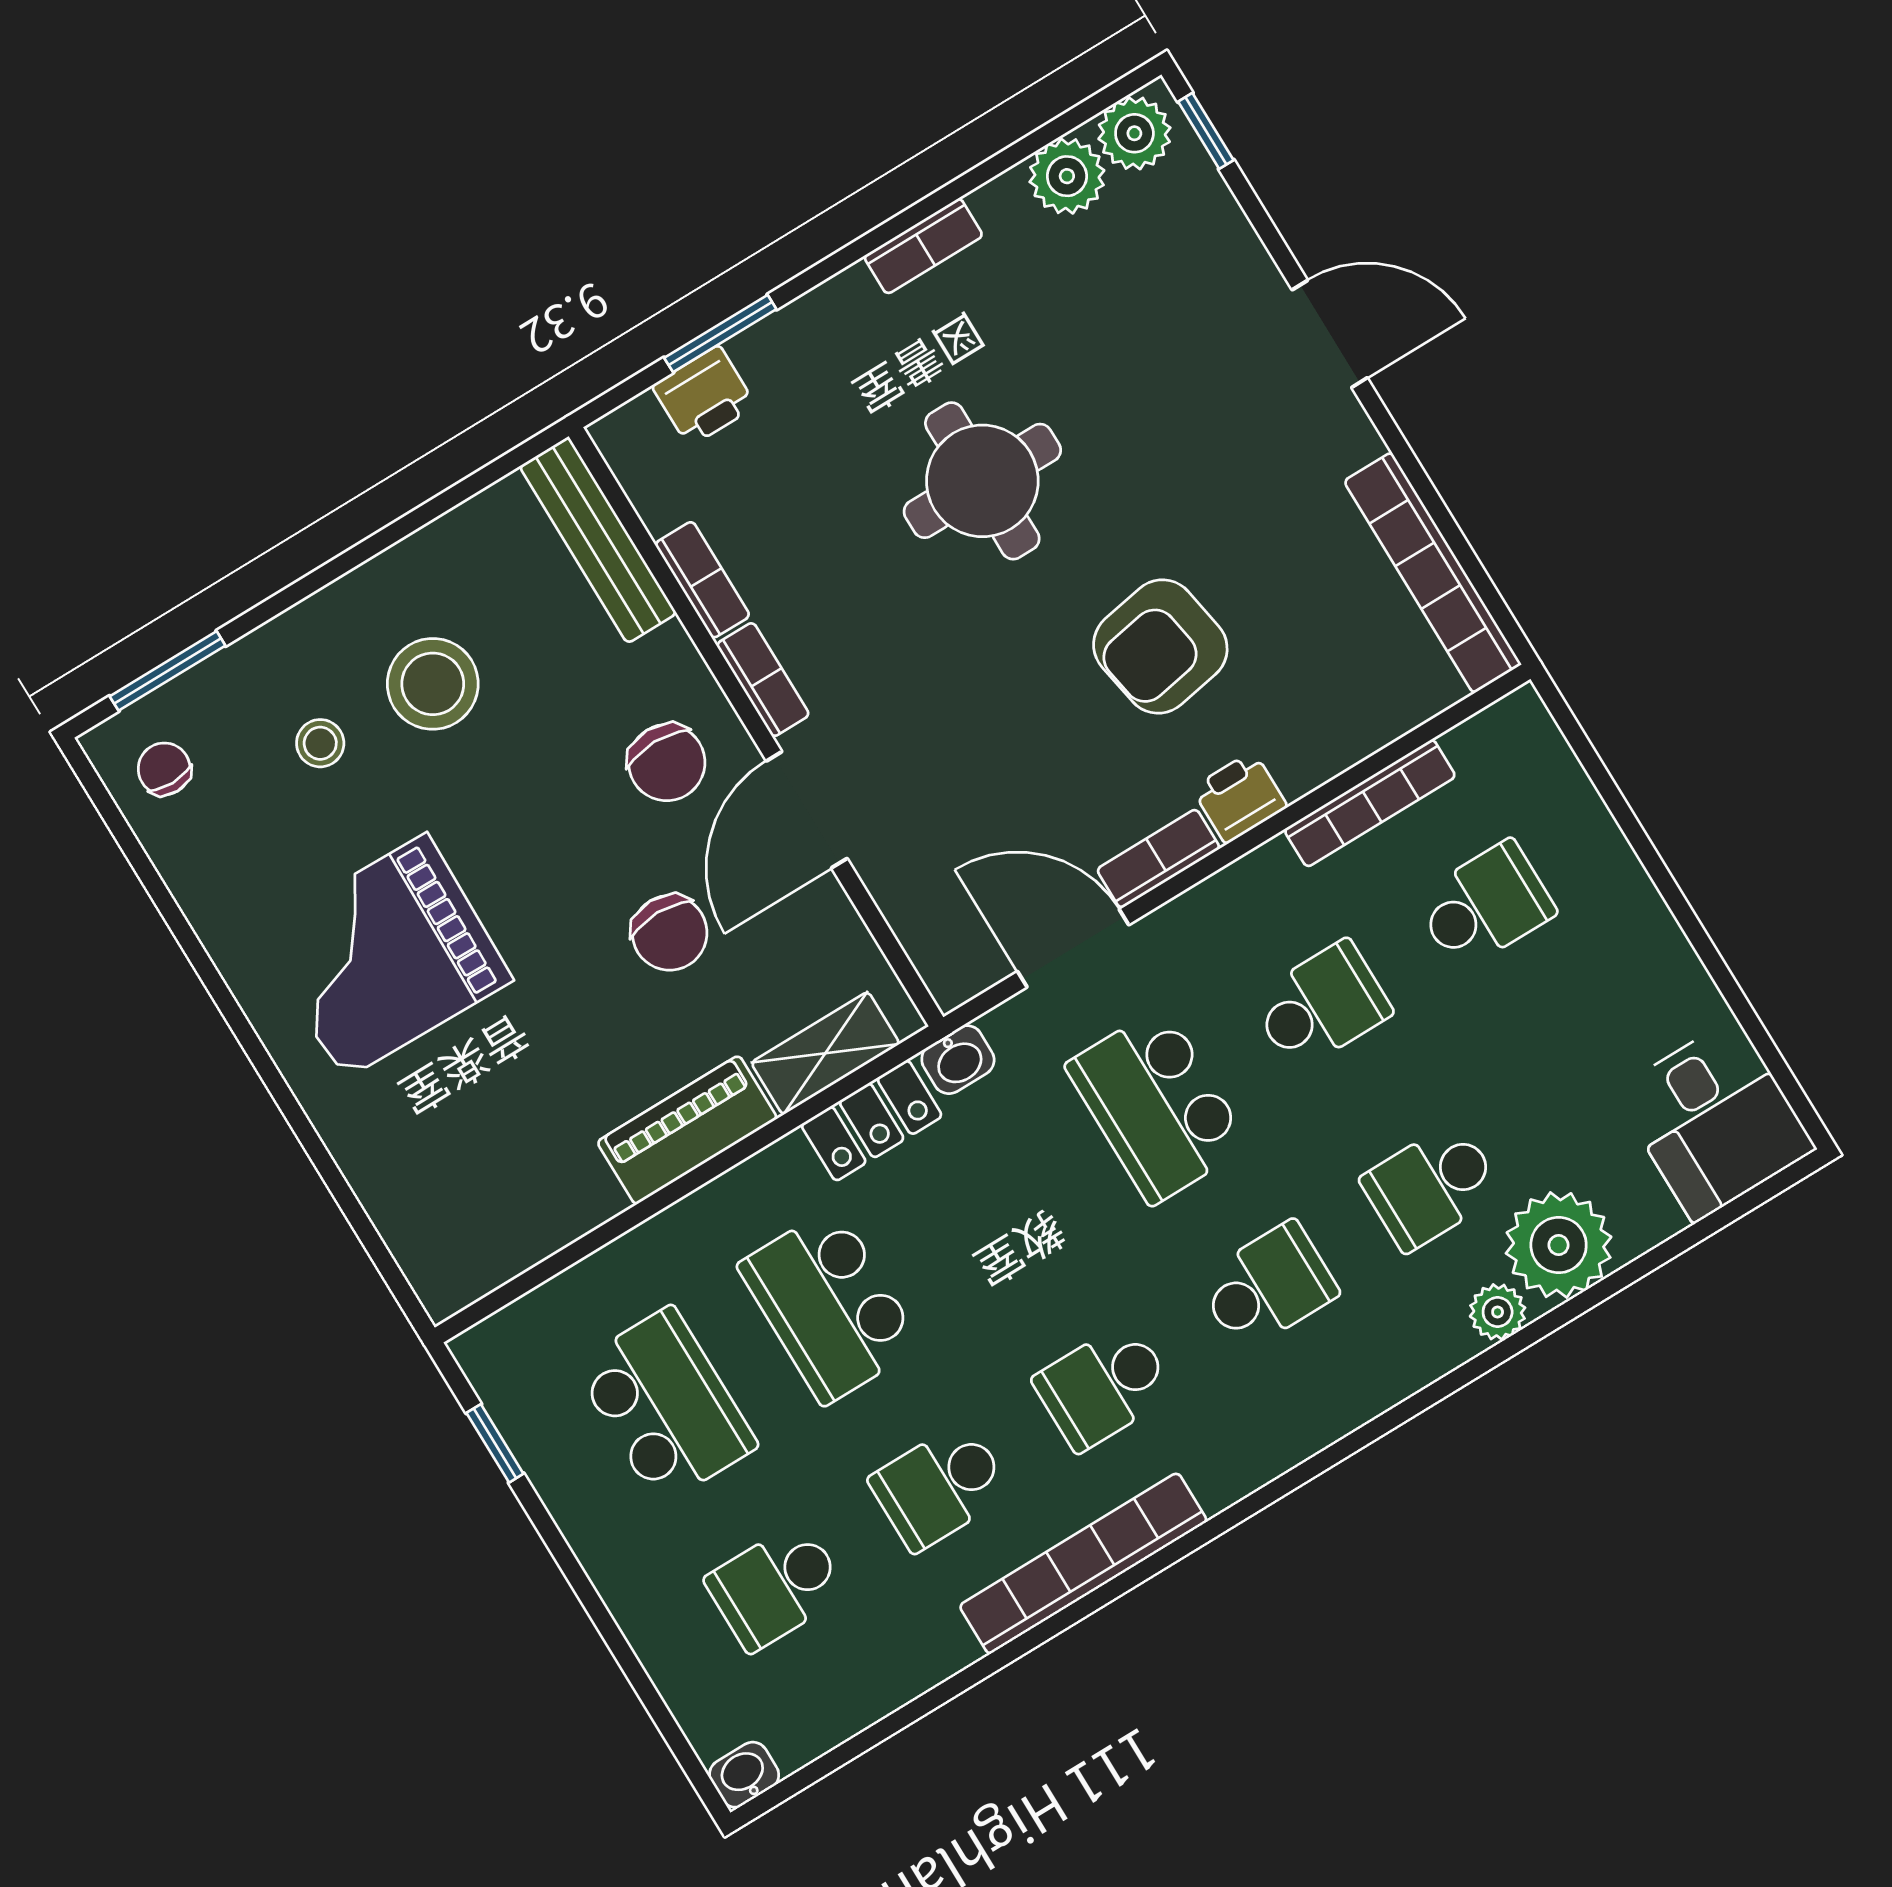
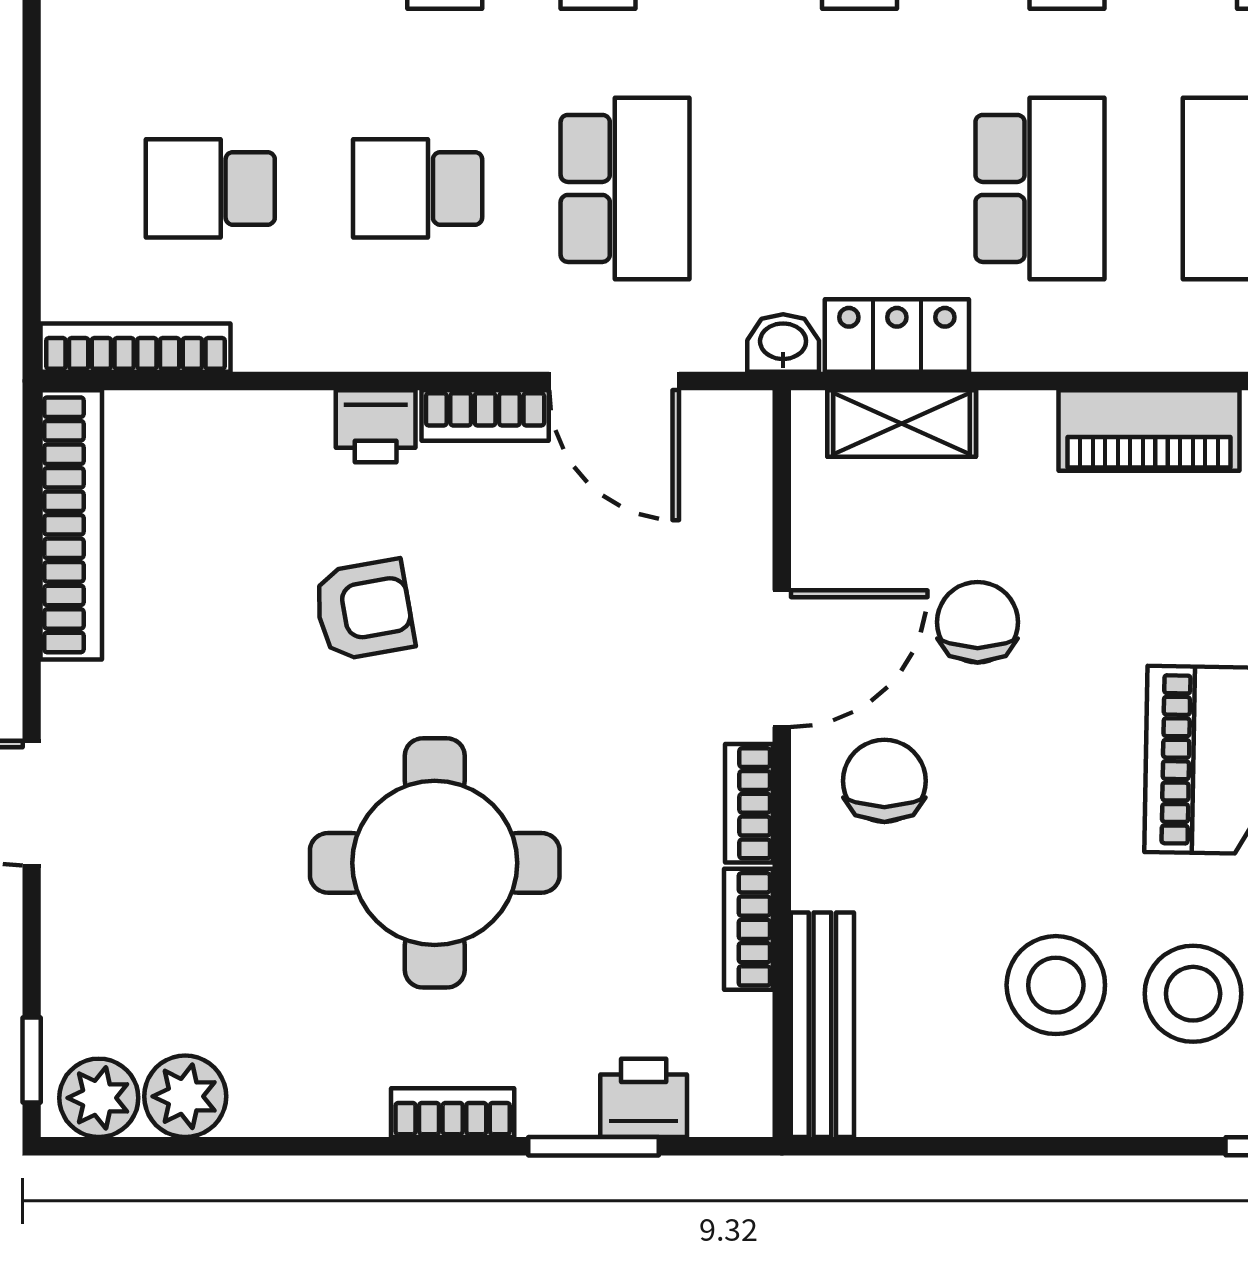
bookcase: (923, 246) -> (453, 1113), moved
round table: (982, 481) -> (435, 863), width x1.36, depth x1.36
armchair: (1160, 647) -> (364, 610), width x0.72, depth x0.72
stool: (320, 743) -> (1193, 994), width x1.89, depth x1.89
bookcase: (1370, 803) -> (135, 348), moved
piano: (687, 1130) -> (1149, 430), moved

